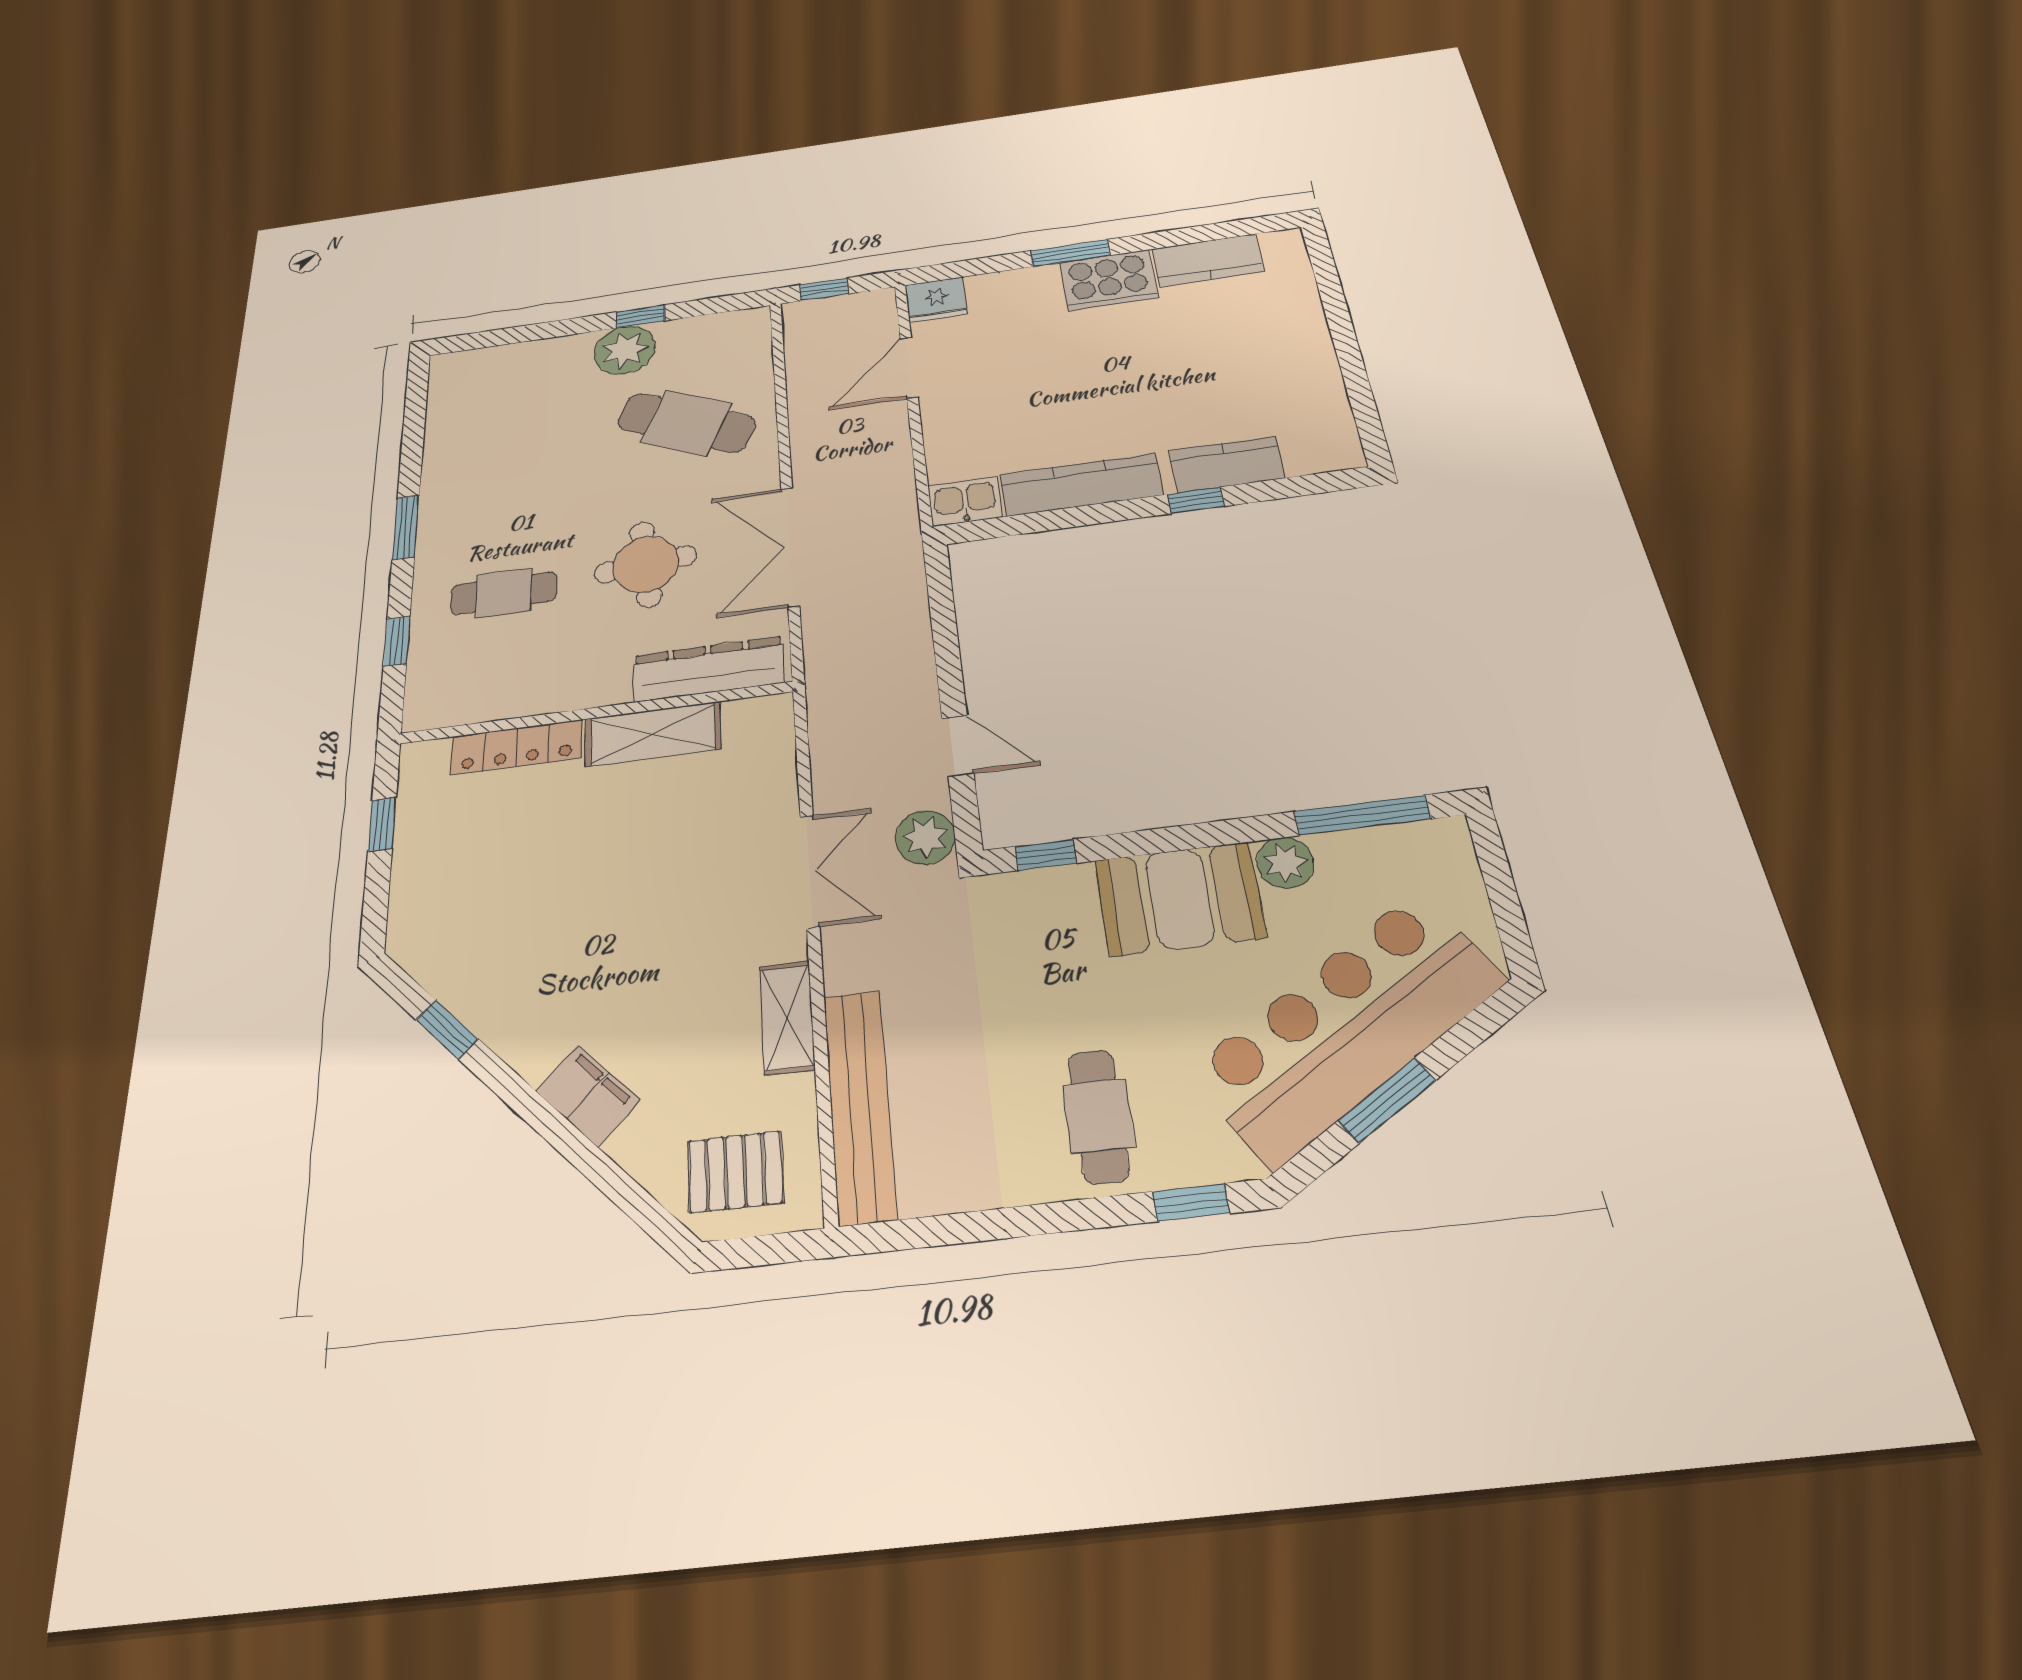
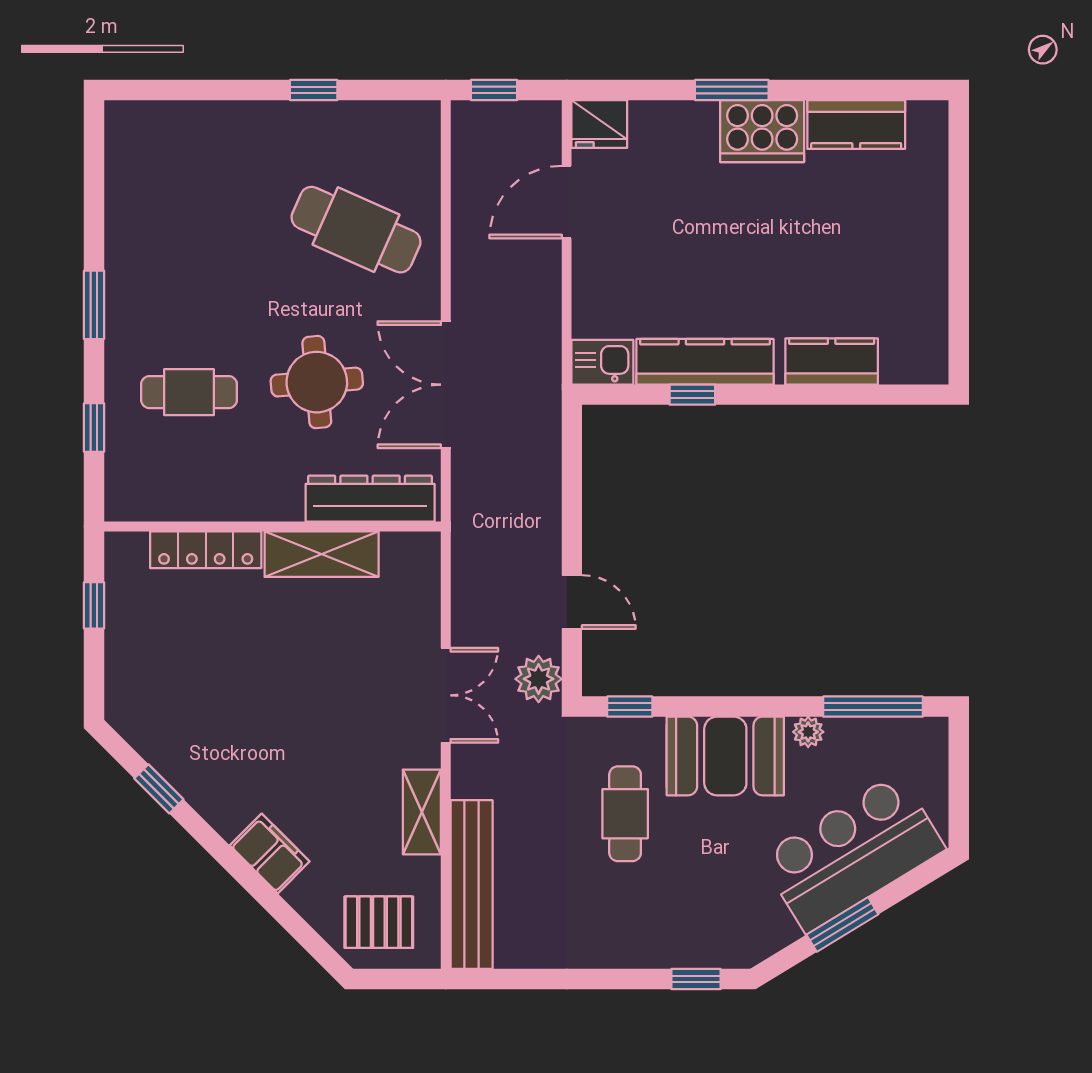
plant: (625, 350) -> (298, 130), removed
window: (1196, 500) -> (692, 395), moved
plant: (1285, 863) -> (808, 732), width x0.73, depth x0.73
bar counter: (1347, 1026) -> (852, 853), width x0.73
cafe table: (1098, 1116) -> (625, 814), moved

